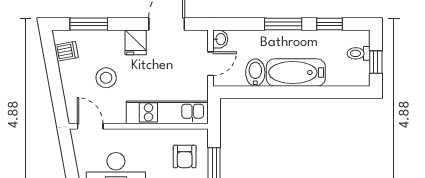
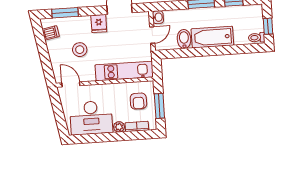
toilet: (359, 53) -> (257, 38), moved

